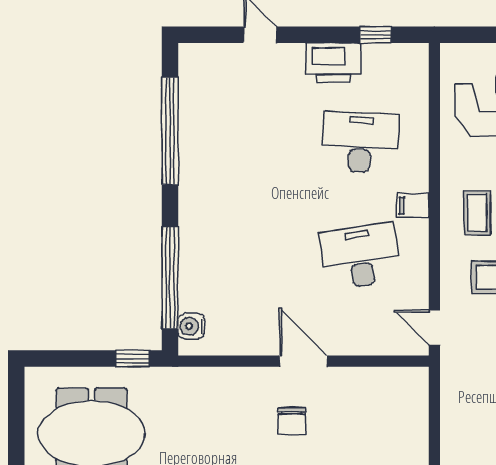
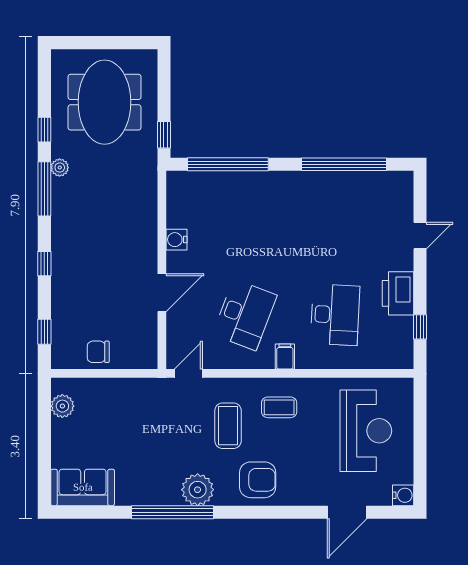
desk: (360, 256) -> (245, 315), turned 30
water cooler: (191, 326) -> (176, 240), moved, turned -90
door: (303, 361) -> (162, 293), moved
chair: (292, 421) -> (98, 352), moved

